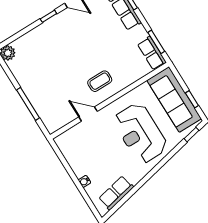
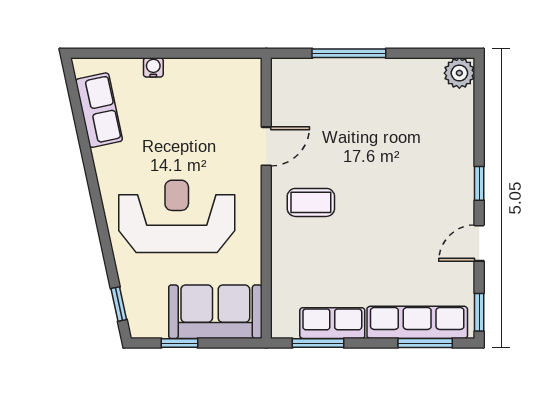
row of seats: (152, 53) -> (332, 323), moved
coffee table: (100, 81) -> (311, 202), turned 90
sofa: (174, 100) -> (215, 312), width x0.73

